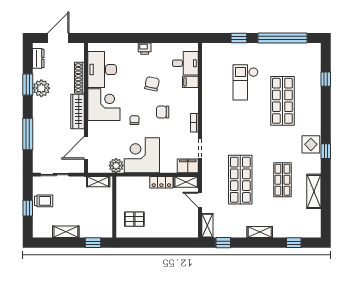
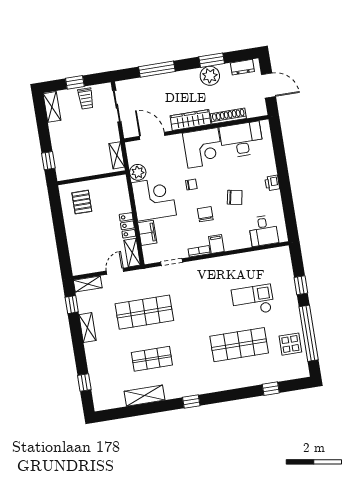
filing cabinet: (190, 82) -> (216, 244), moved
display table: (311, 144) -> (290, 344), moved
filing cabinet: (188, 166) -> (147, 233), moved
shelving: (66, 232) -> (52, 107), moved
shelving: (260, 232) -> (87, 328), moved

